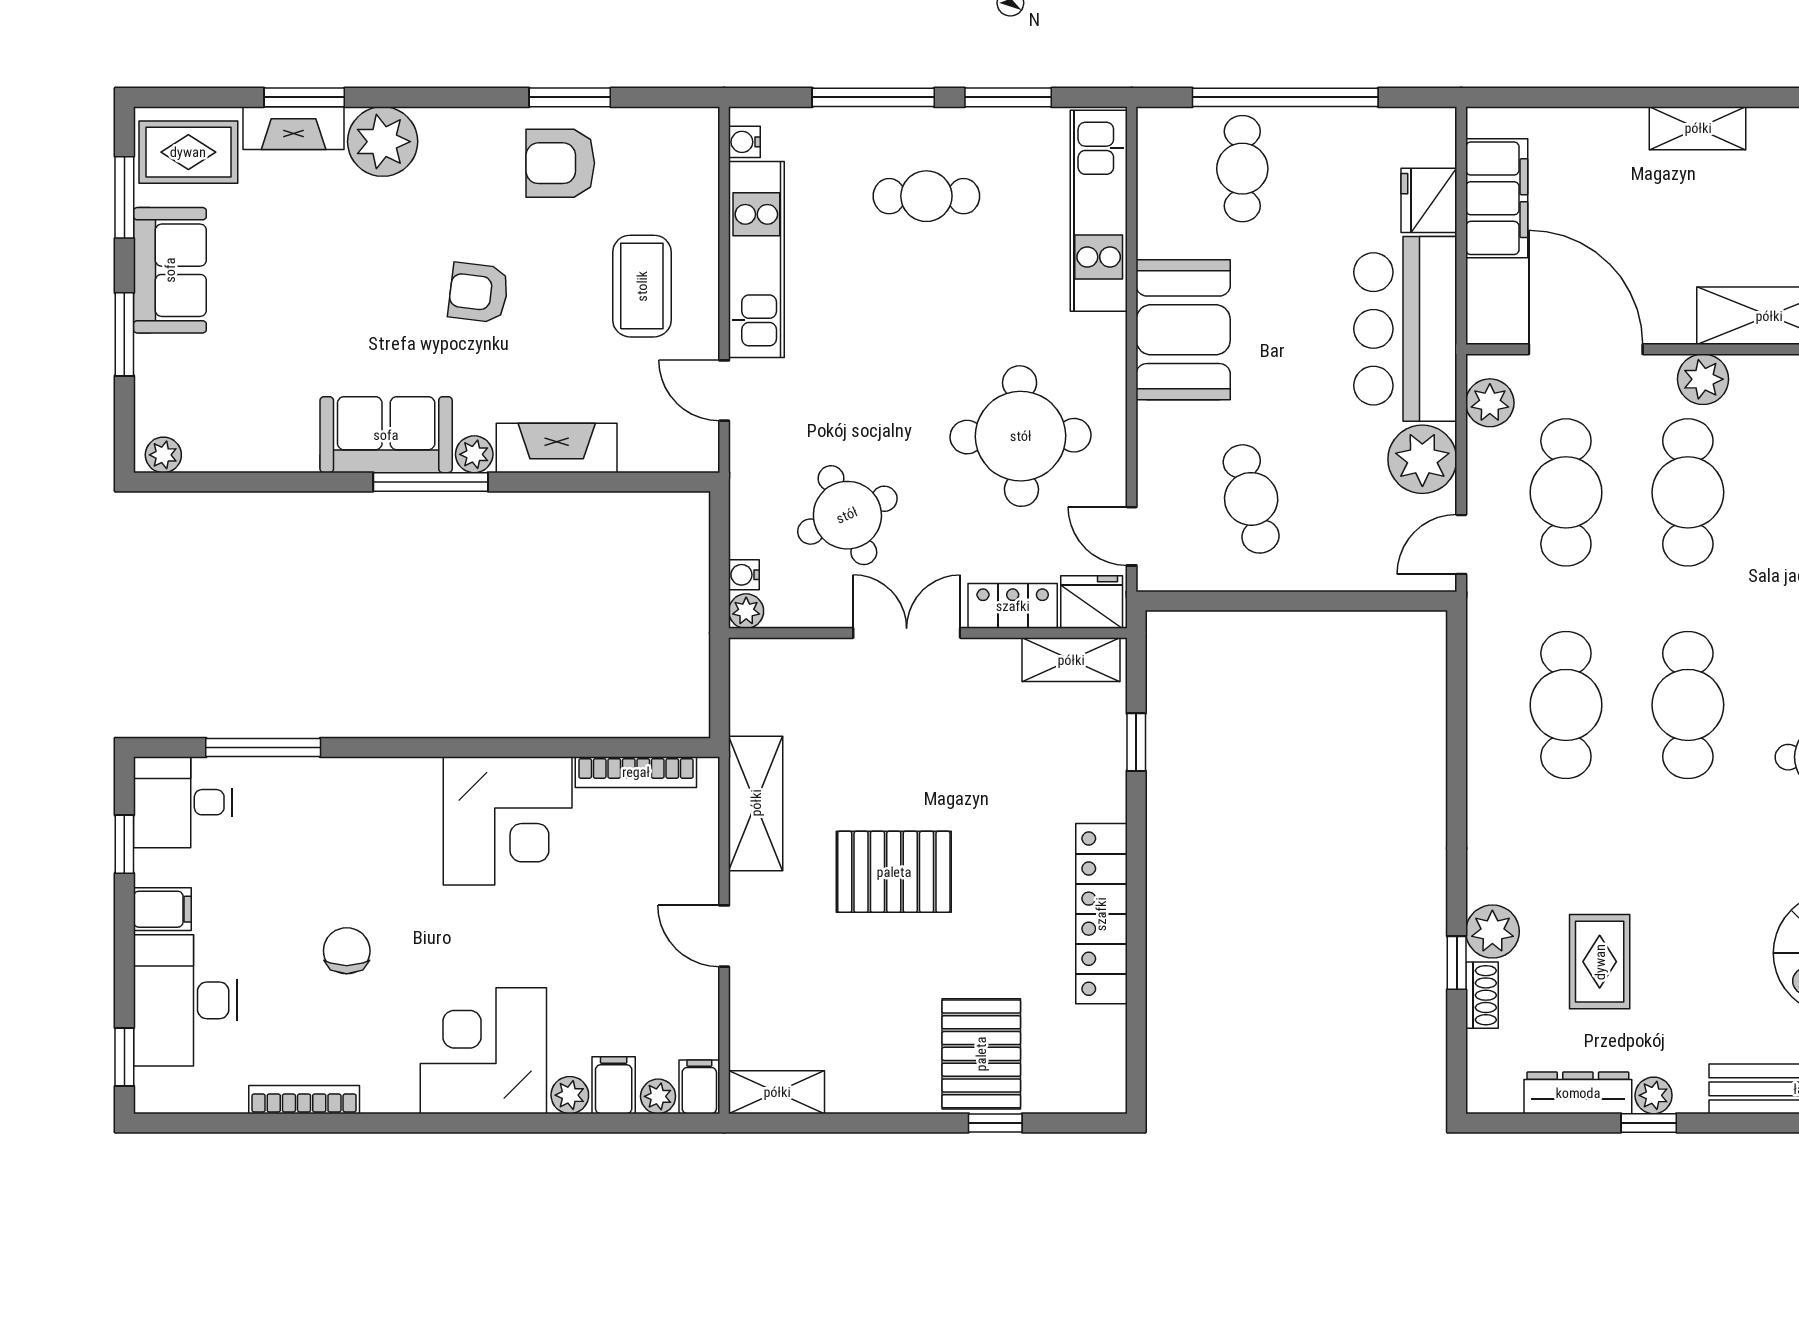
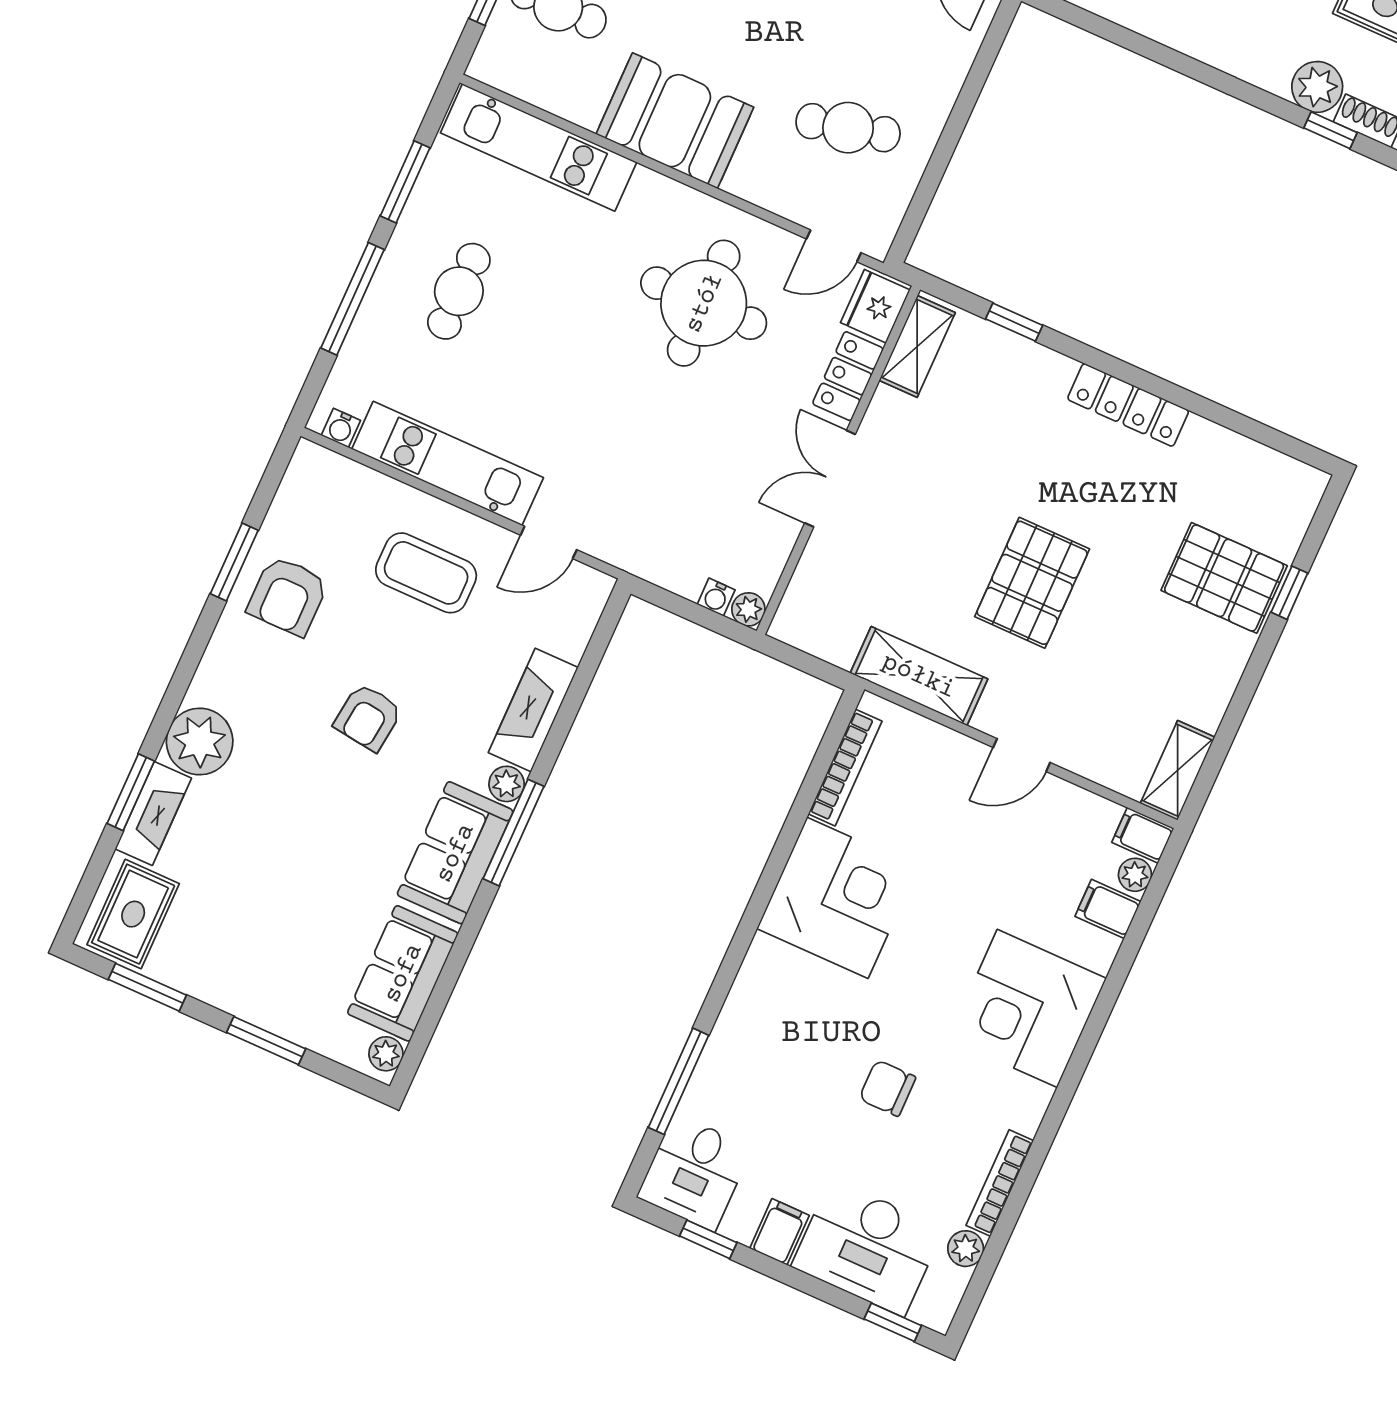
sofa: (170, 270) -> (403, 973), moved, turned -90
round table: (847, 515) -> (705, 484), removed
locker: (1101, 914) -> (1128, 405), width x0.71, depth x0.83
plant: (570, 1095) -> (966, 1249), moved

